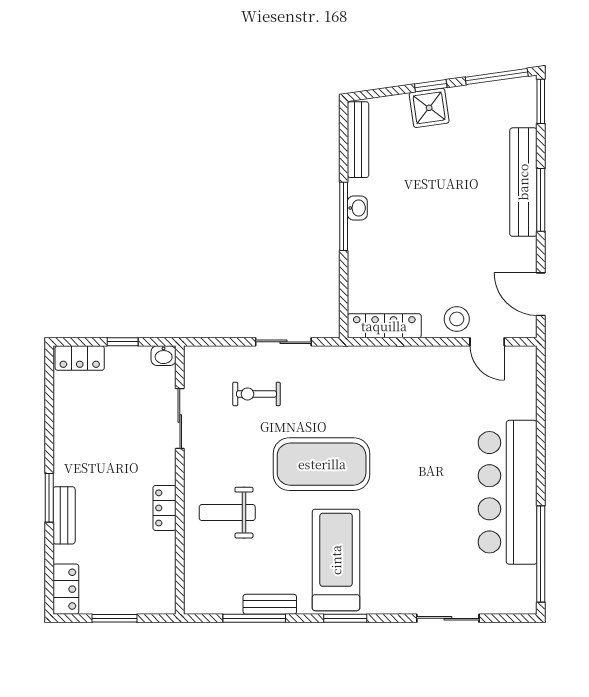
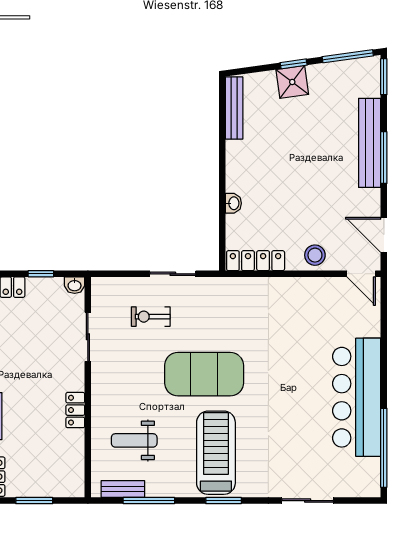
washbasin: (357, 208) -> (233, 203), moved
window: (344, 216) -> (222, 171), removed
door: (487, 342) -> (361, 274), moved
weight bench: (227, 513) -> (134, 440), moved
bench: (270, 604) -> (123, 489), moved

